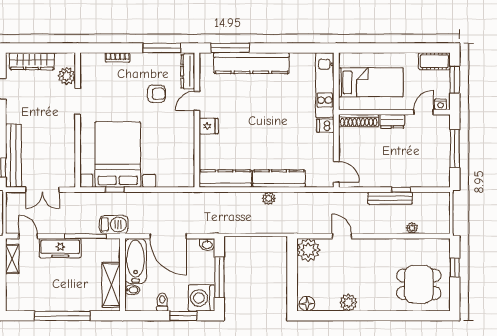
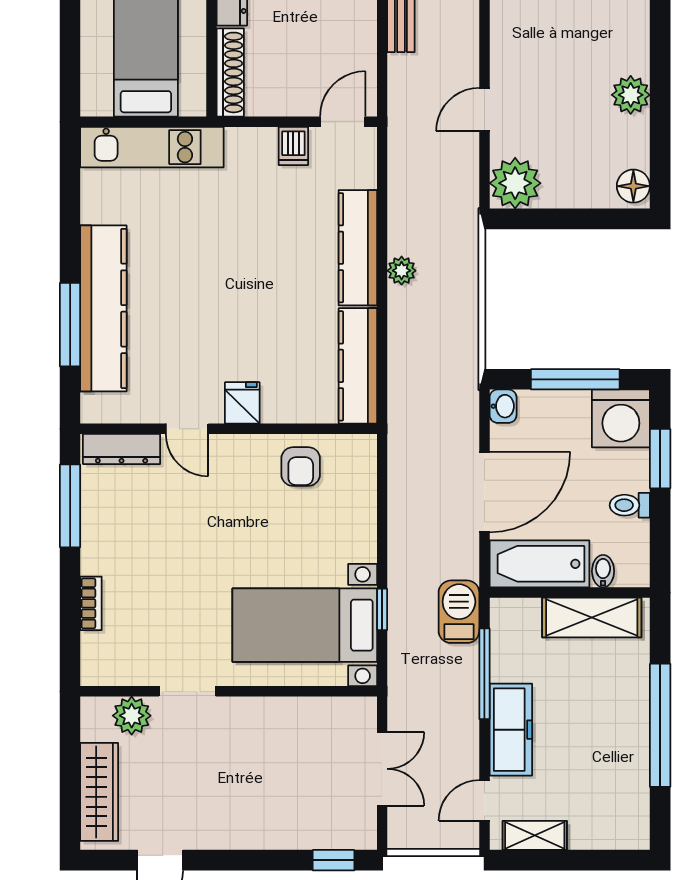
window: (230, 48) -> (70, 325), moved
armchair: (156, 94) -> (301, 467), moved, turned 180
dishwasher: (325, 126) -> (293, 146), moved
bed with nightstands: (118, 154) -> (305, 625), width x0.73
bench: (13, 156) -> (307, 833), removed

